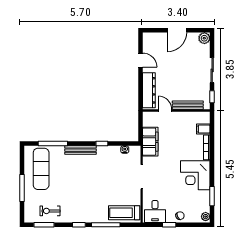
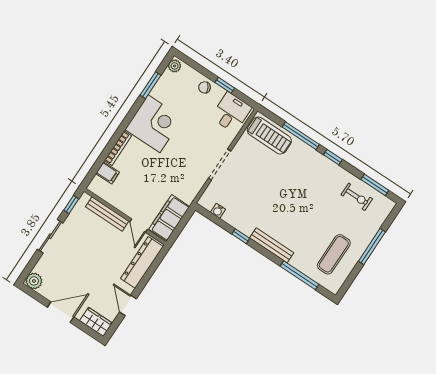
wardrobe: (153, 38) -> (96, 322), added
filing cabinet: (150, 142) -> (169, 218), moved
exercise mat: (41, 169) -> (334, 254), width x0.73, depth x0.69

